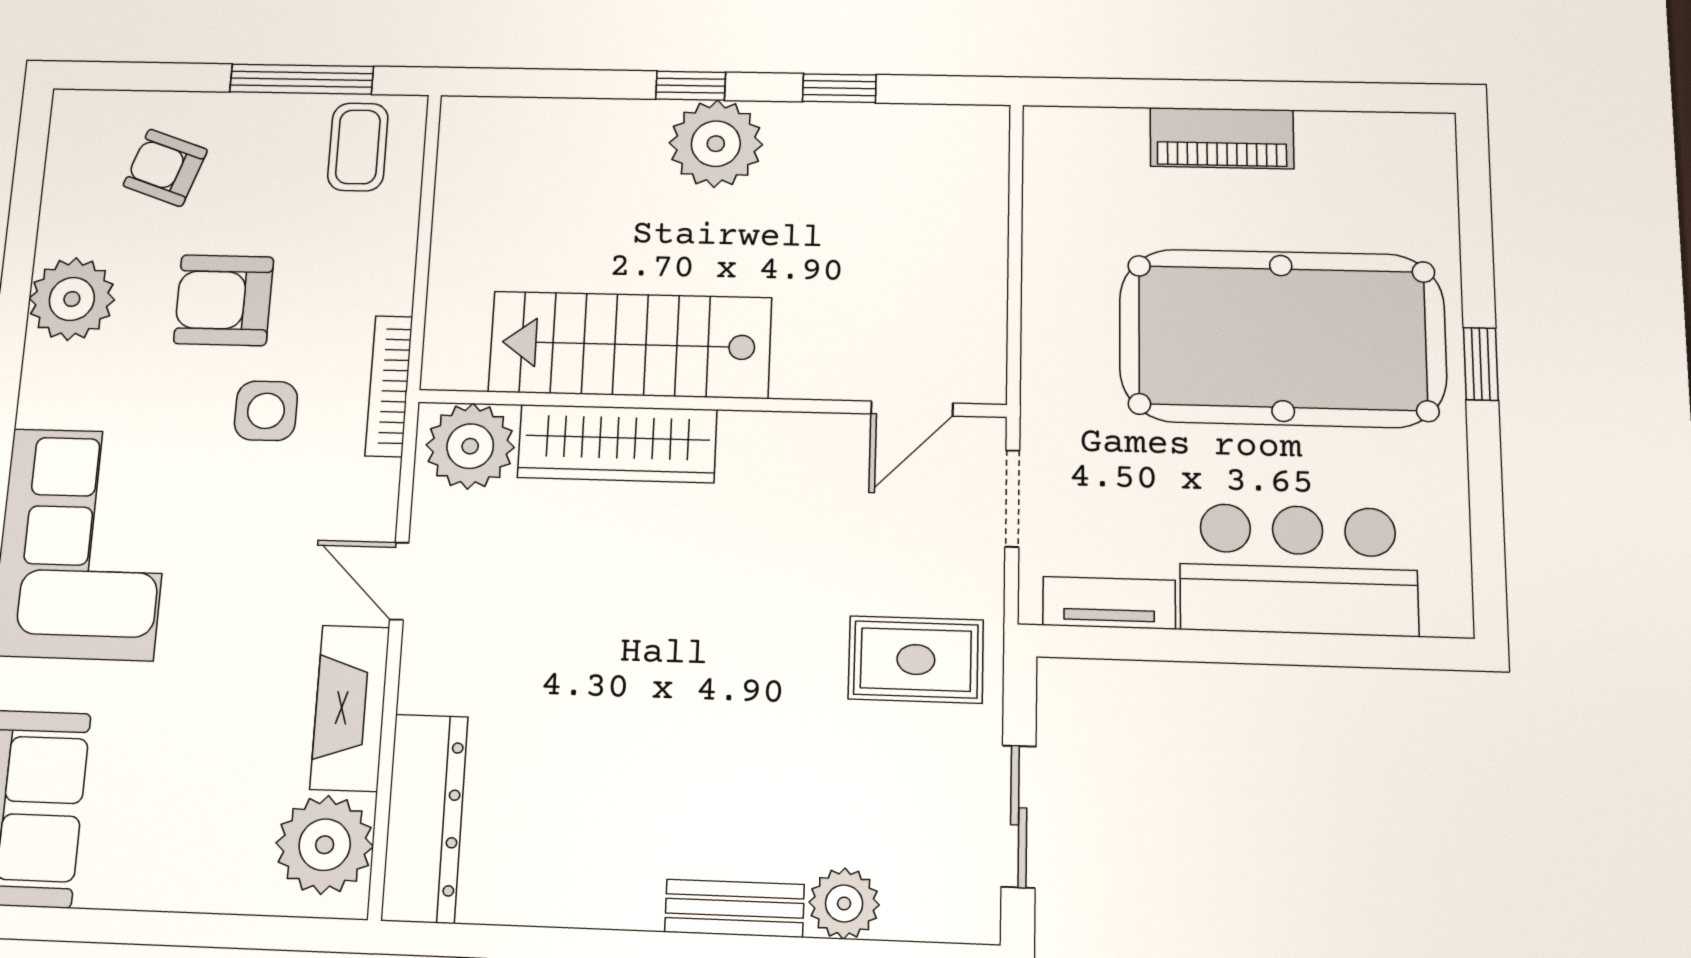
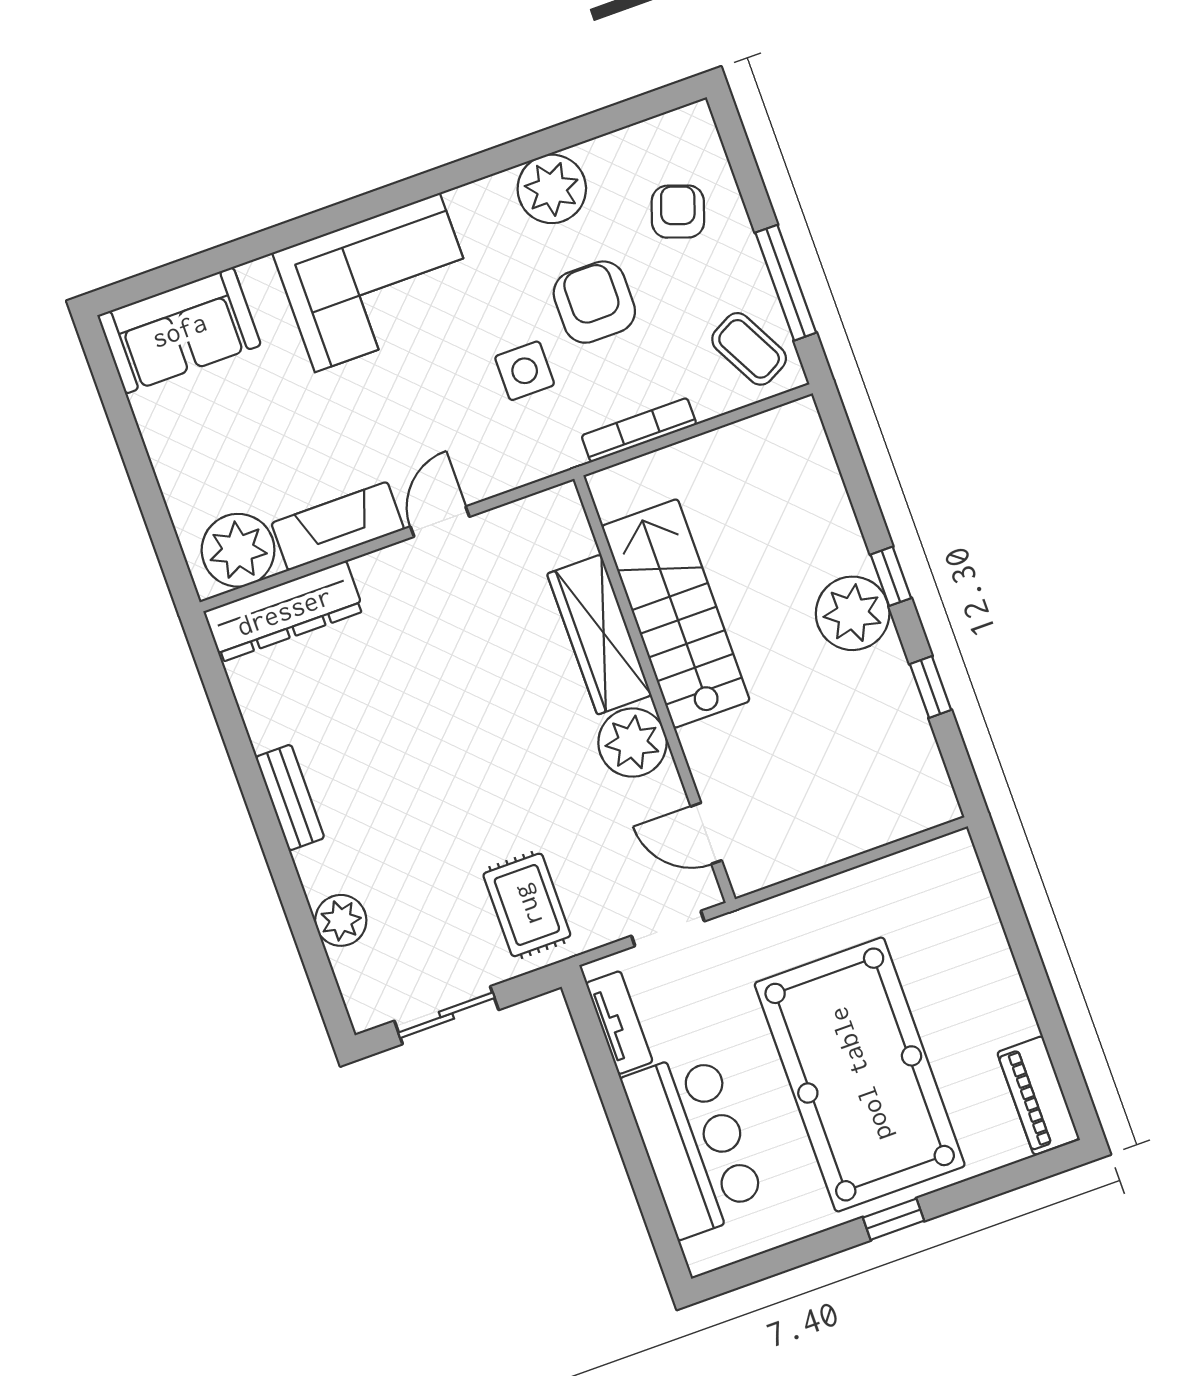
piano: (1222, 138) -> (1038, 1096), moved
coffee table: (358, 147) -> (749, 349), turned 62
bookcase: (389, 386) -> (639, 430), moved
plant: (470, 446) -> (632, 743), moved
bench: (734, 908) -> (290, 798), moved

